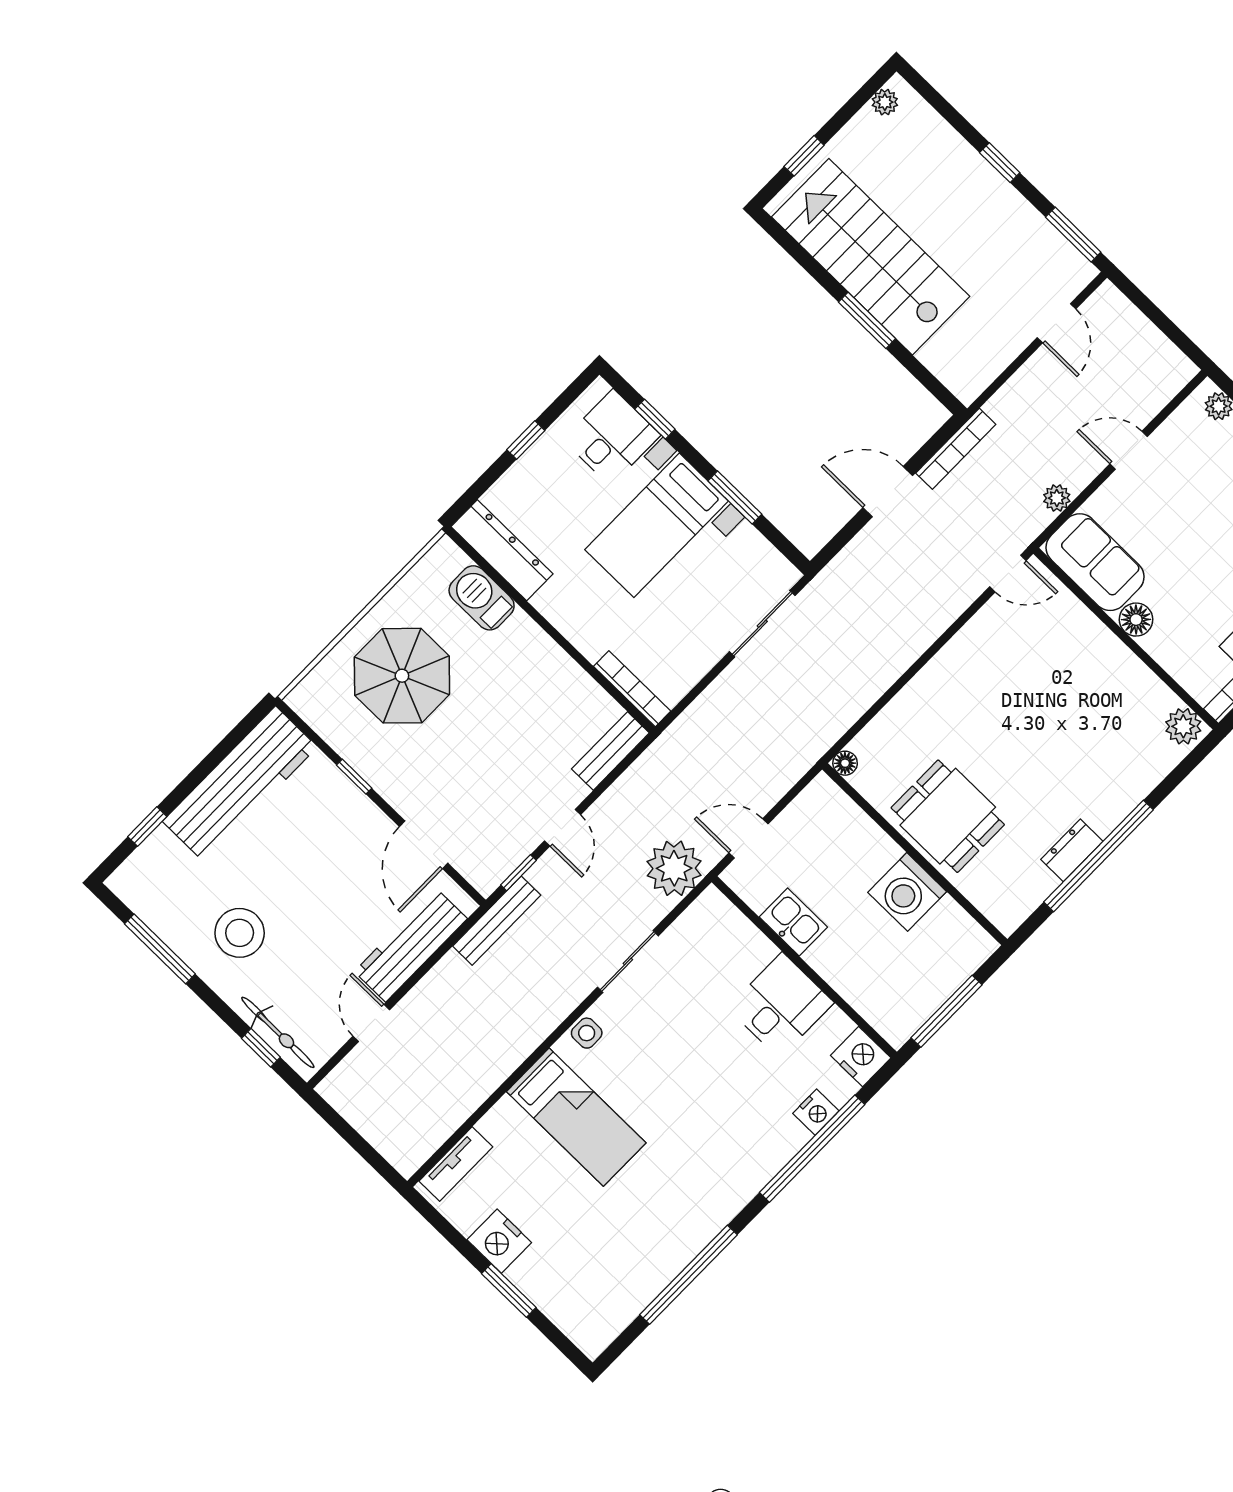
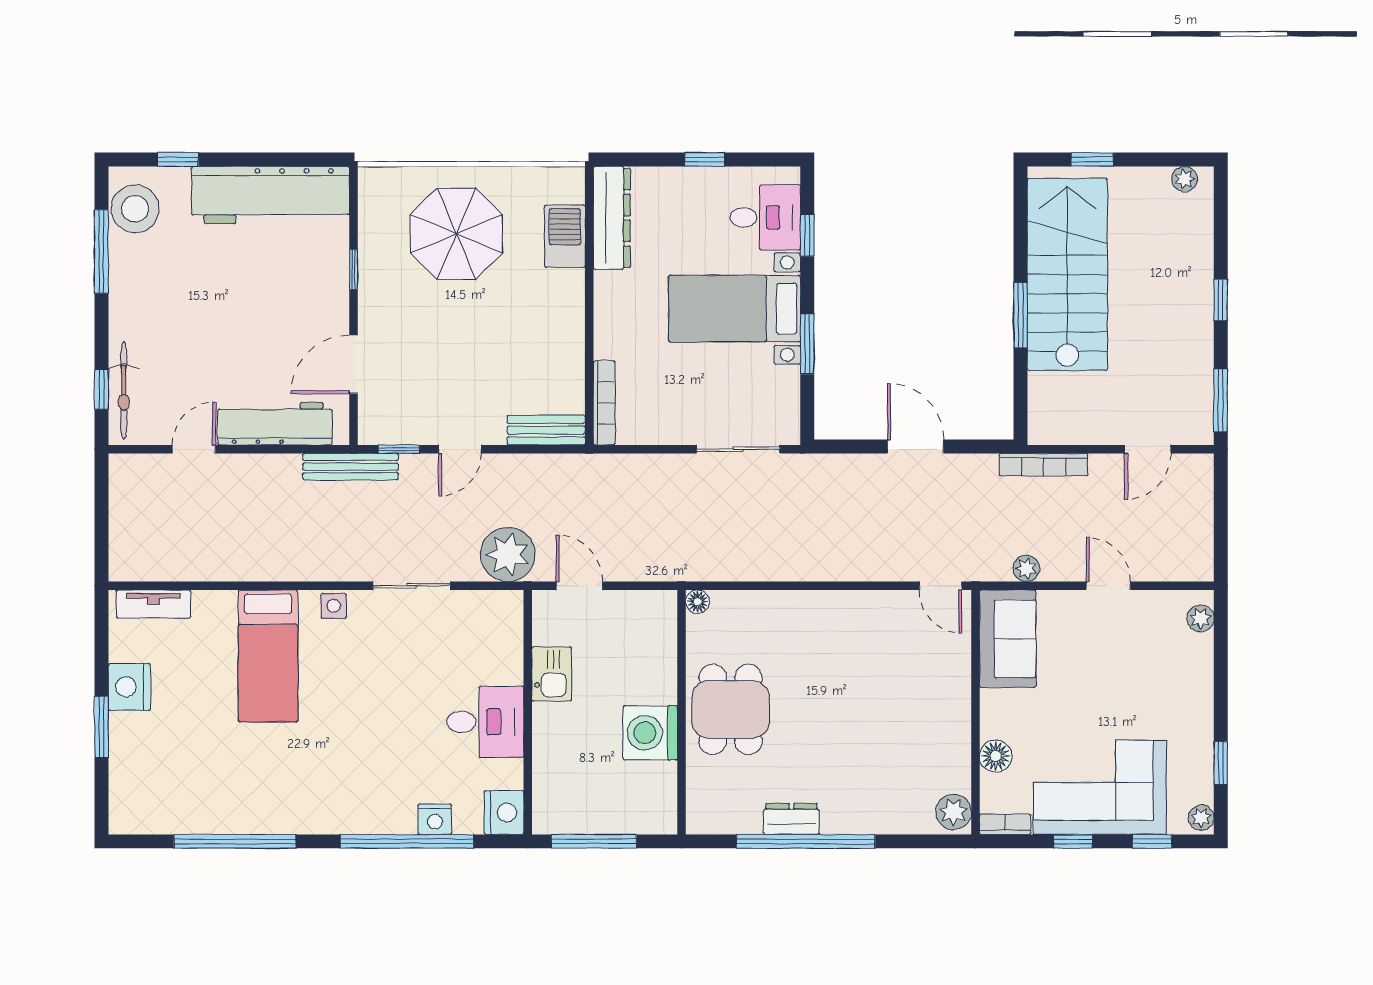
bookcase: (956, 449) -> (1043, 465), moved
floor lamp: (1136, 620) -> (996, 756), moved
stool: (240, 933) -> (135, 209), moved

